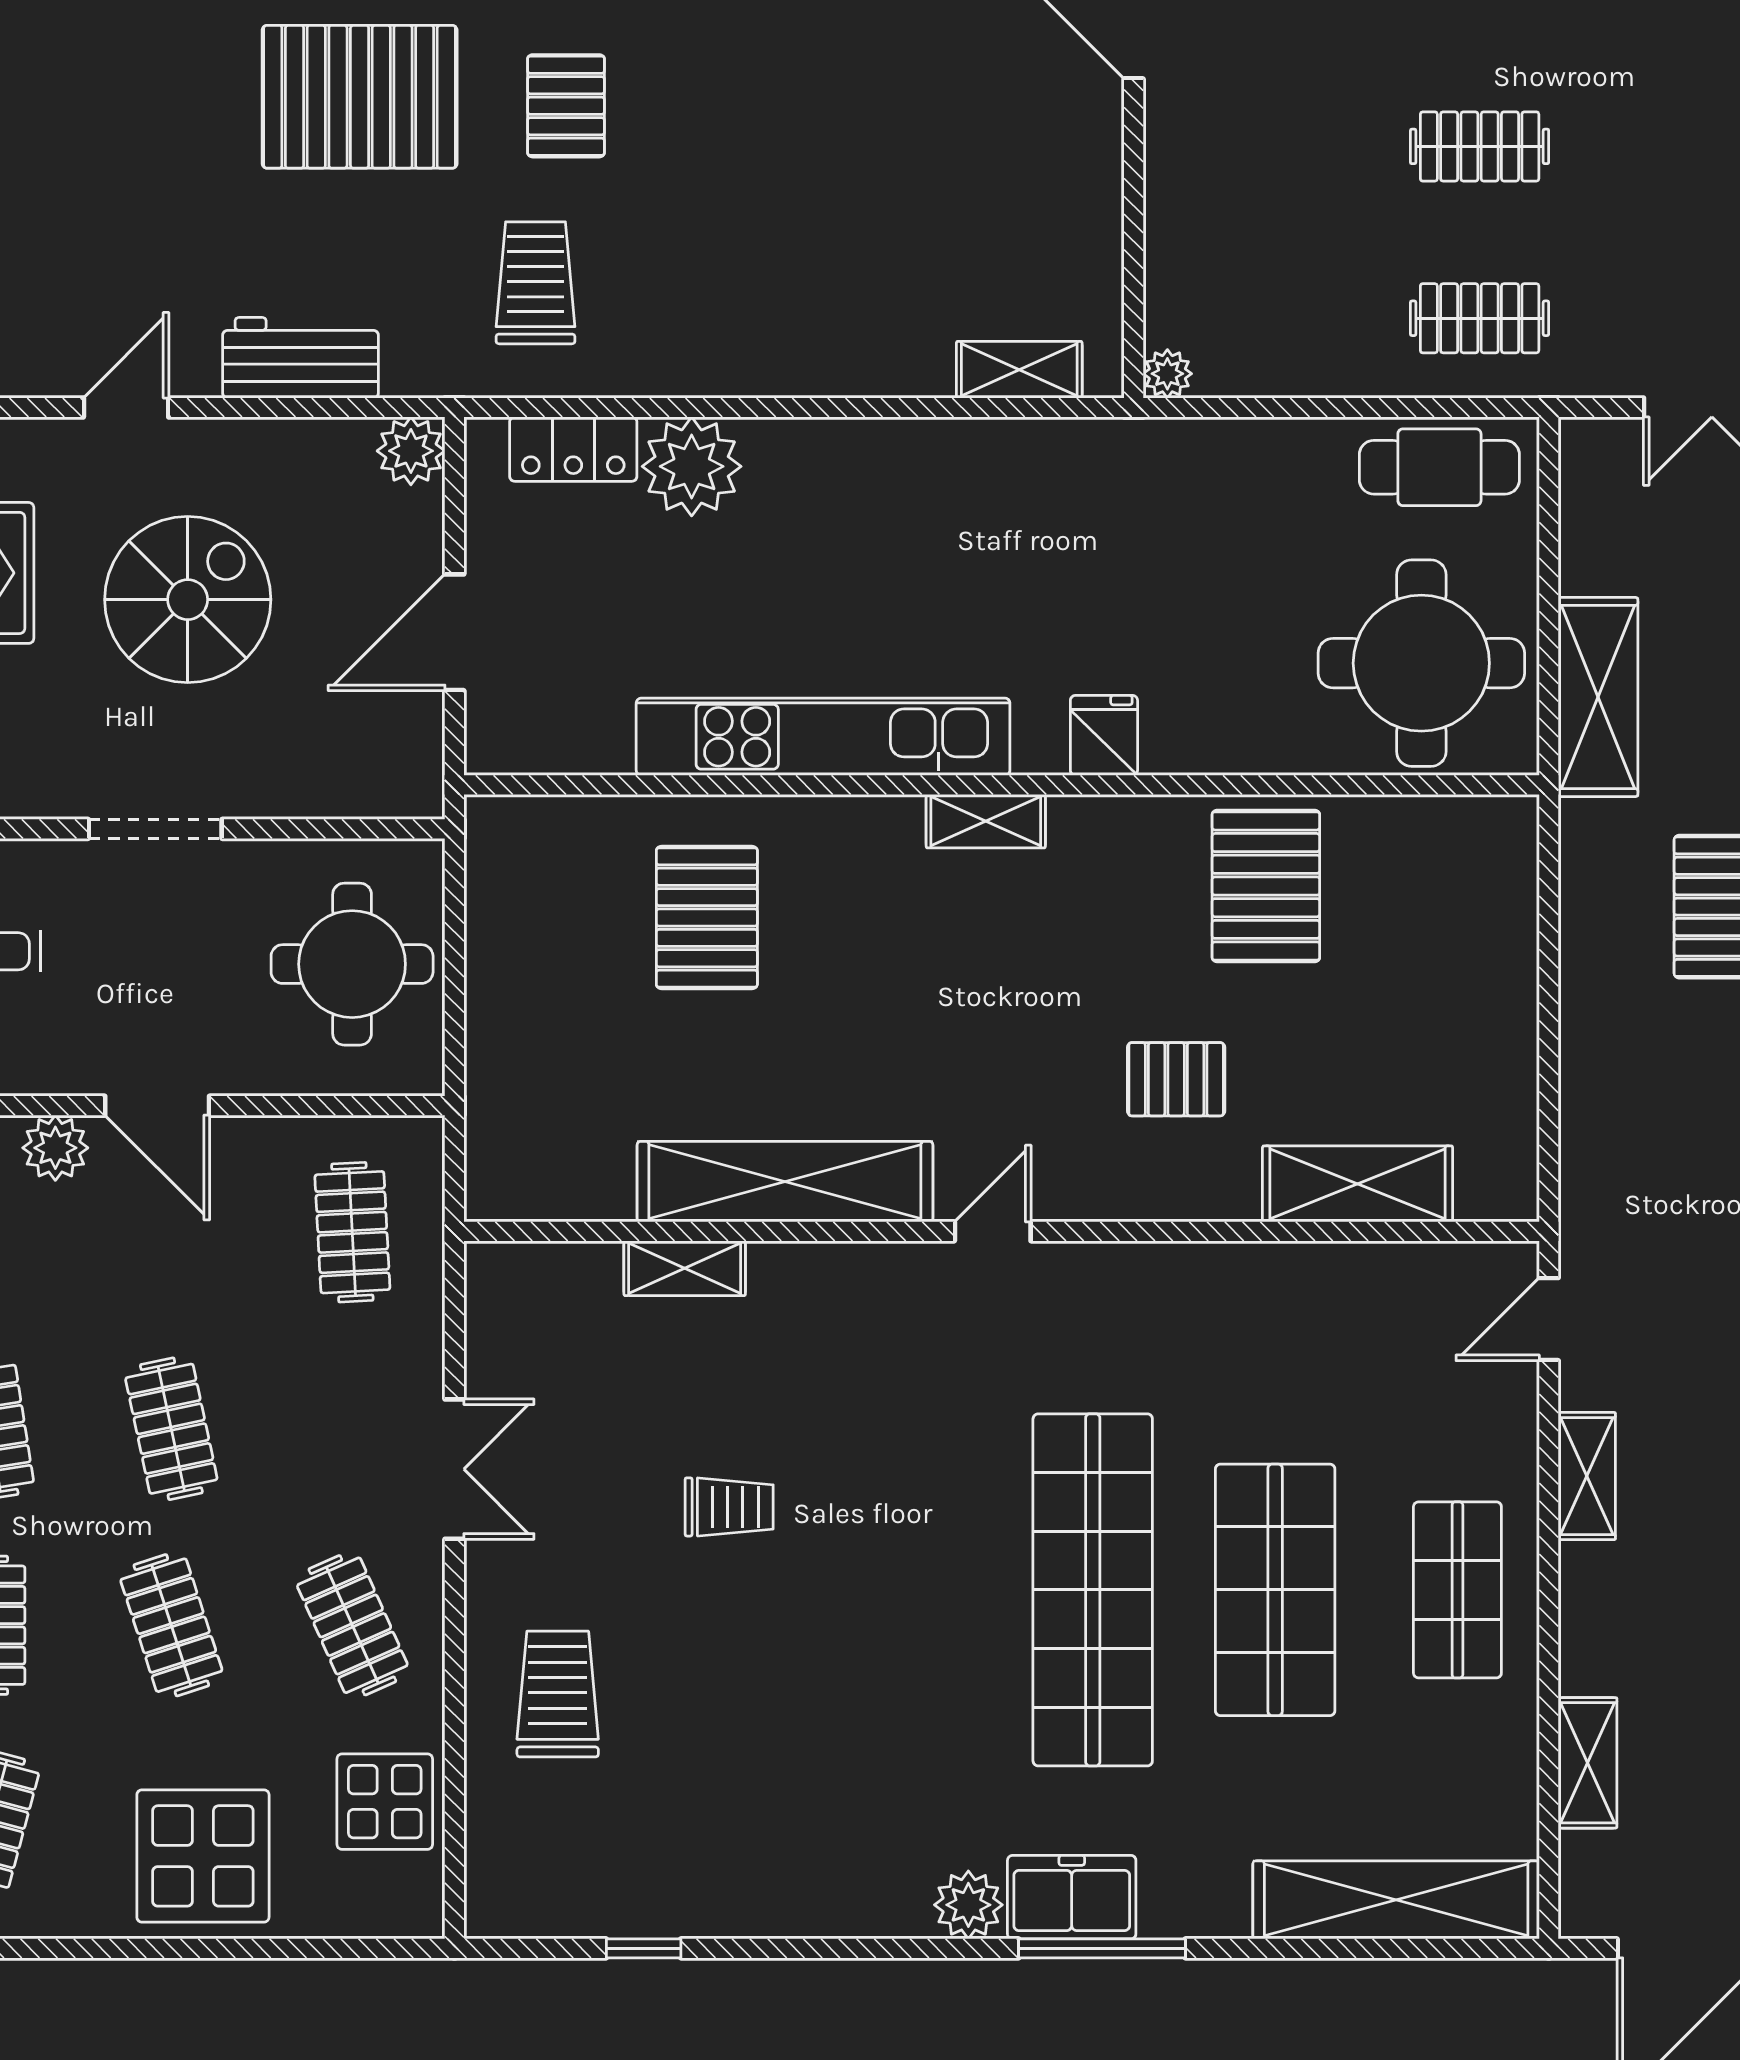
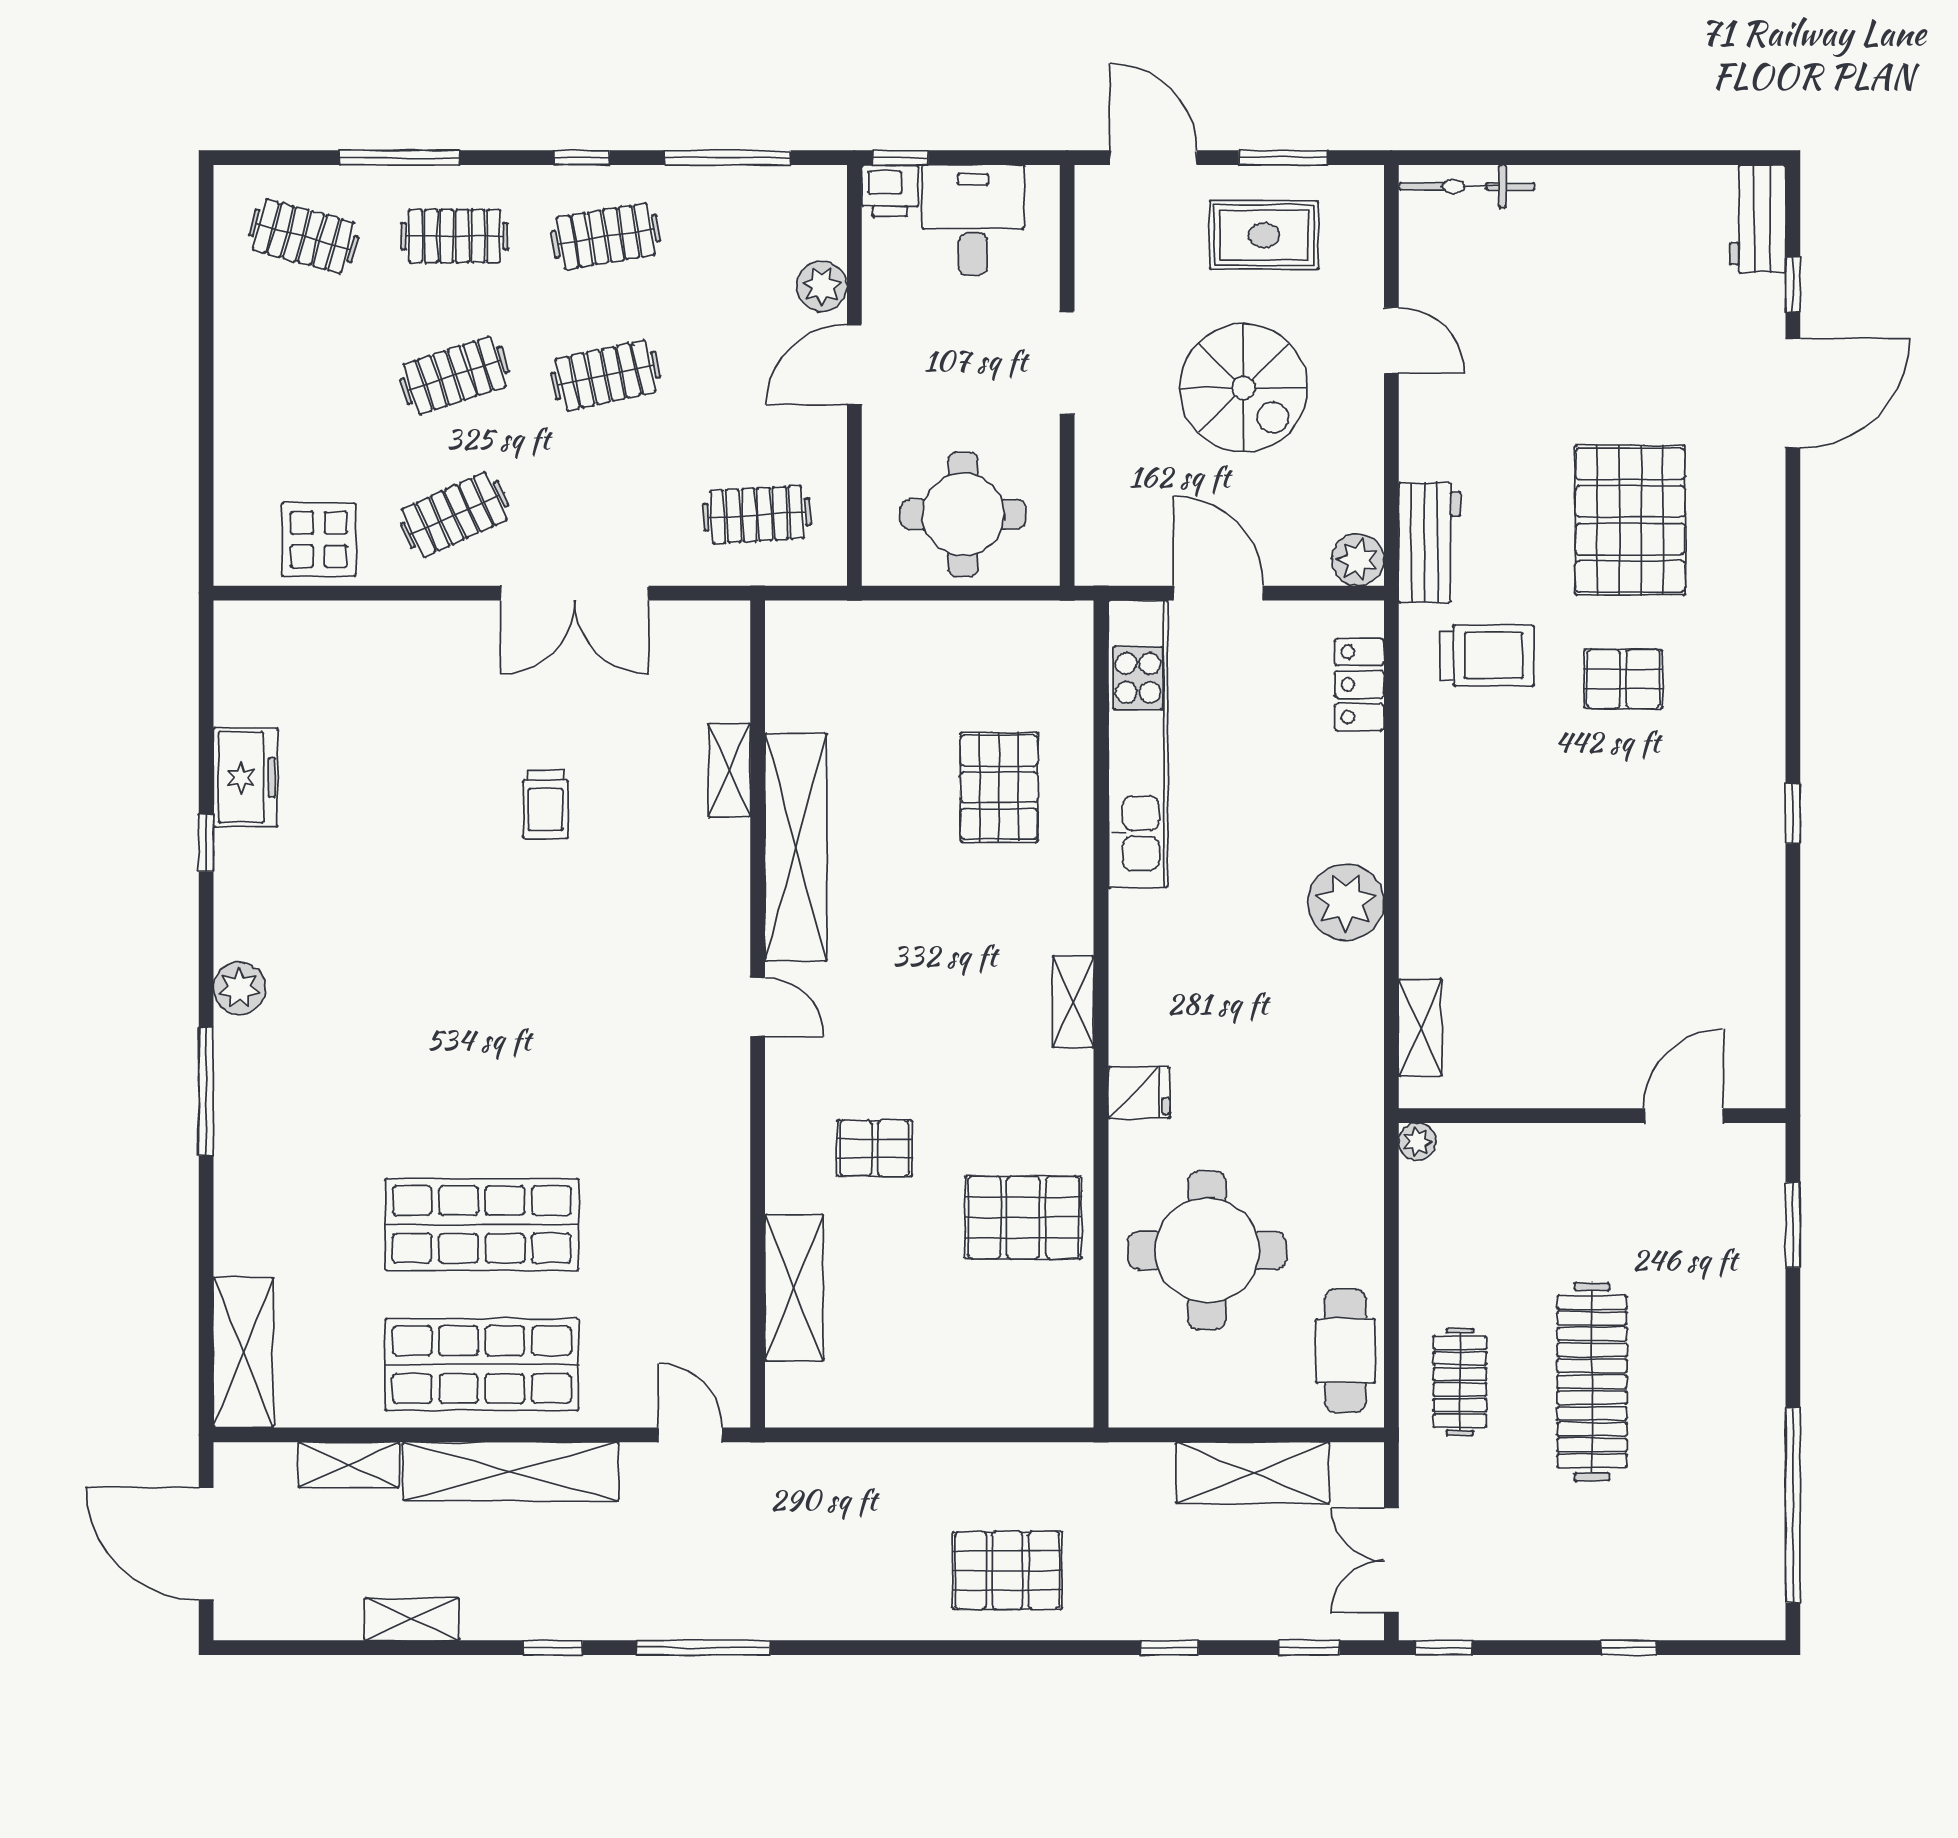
clothes rail: (1480, 146) -> (1592, 1382), width x1.86, depth x1.31
workbench: (301, 358) -> (1430, 542), moved
plant: (692, 466) -> (1346, 902), moved
round table: (1421, 663) -> (1207, 1250), moved
shelving: (1598, 697) -> (1253, 1473), moved
kitchen unit: (823, 737) -> (1138, 744), moved
pallet: (707, 917) -> (999, 787), turned 90
pallet: (1176, 1079) -> (875, 1148), turned 90
double door: (454, 1469) -> (575, 593), width x1.37
shelving: (1587, 1476) -> (511, 1471), width x2.20, depth x1.33
shop shelf: (1093, 1590) -> (482, 1084), removed
shop shelf: (1457, 1590) -> (482, 1365), width x1.43, depth x1.36
trolley: (558, 1694) -> (402, 673), removed
display table: (203, 1856) -> (277, 400), removed
freezer: (1072, 1897) -> (245, 777), moved
shelving: (1396, 1900) -> (243, 1352), width x0.68
window: (644, 1948) -> (206, 843), moved

